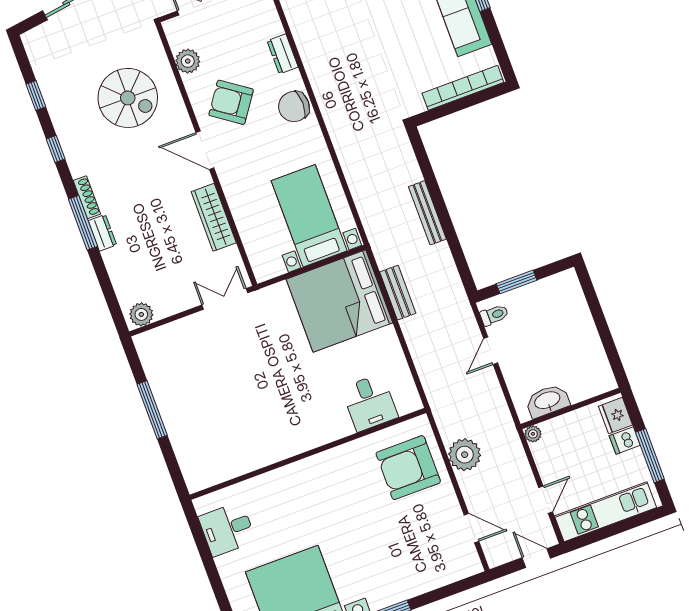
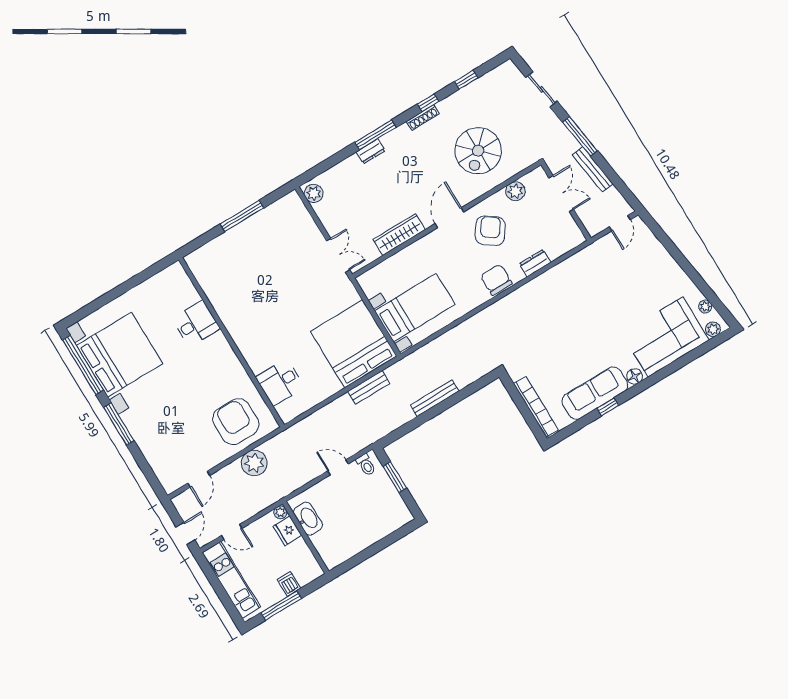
shoe rack: (87, 197) -> (423, 118), moved
fridge: (616, 416) -> (287, 531), moved, turned -90
desk: (227, 529) -> (196, 323), moved, turned 90

